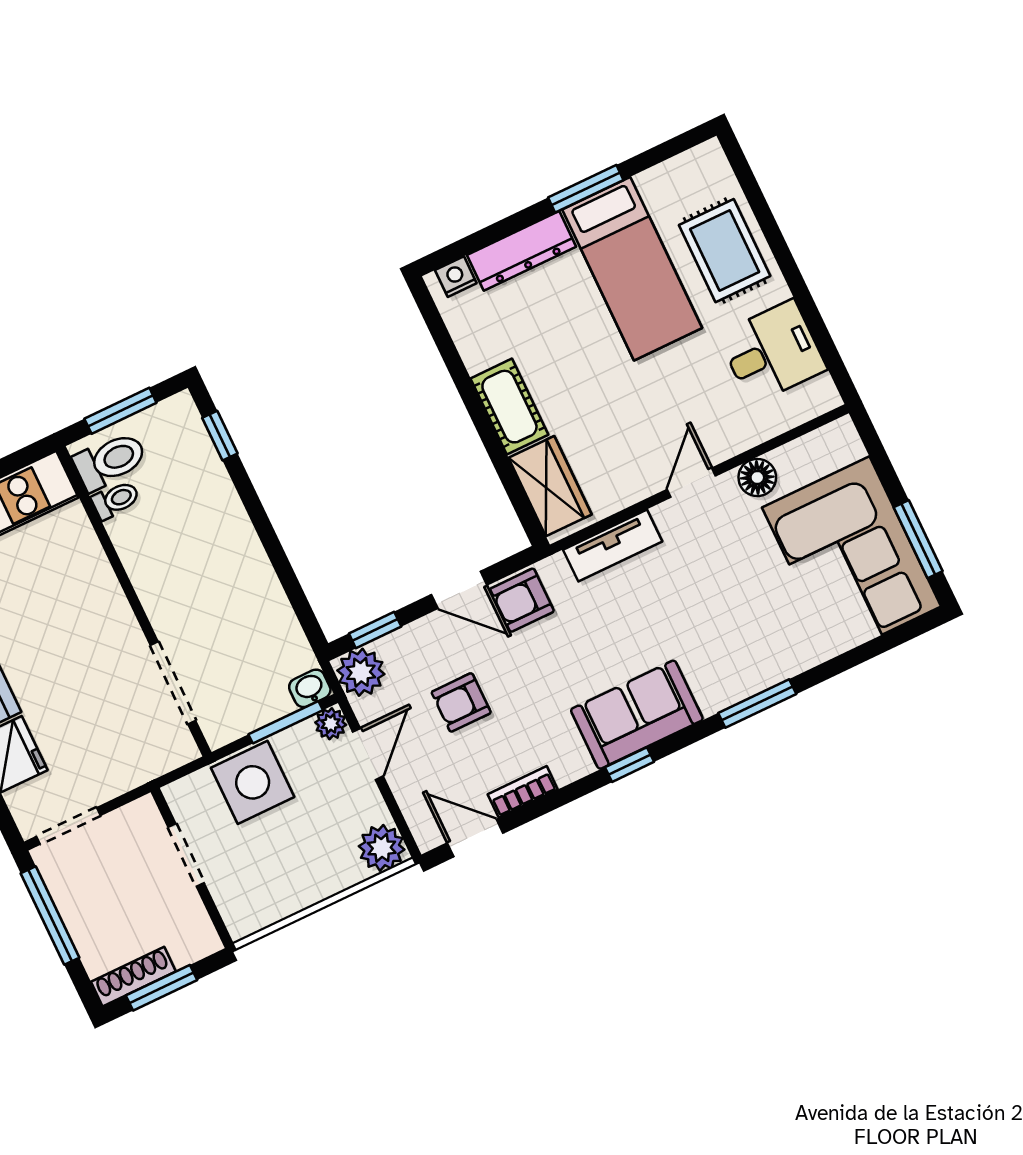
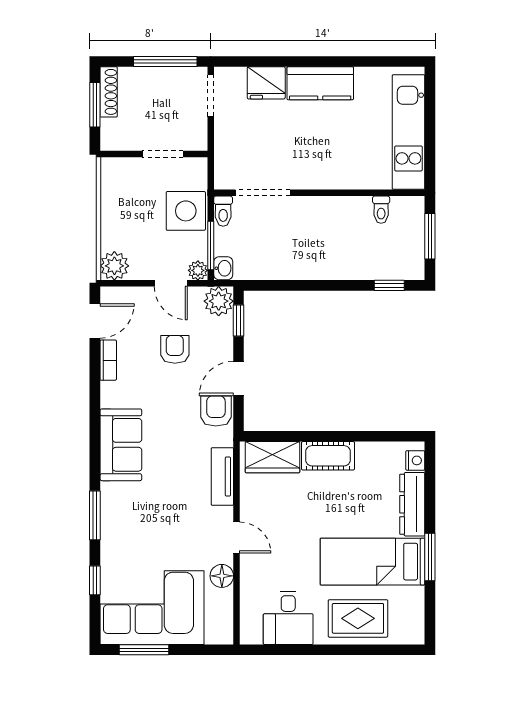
toilet: (110, 461) -> (223, 211), moved, width x0.73, depth x0.72
window: (629, 765) -> (95, 580), moved

